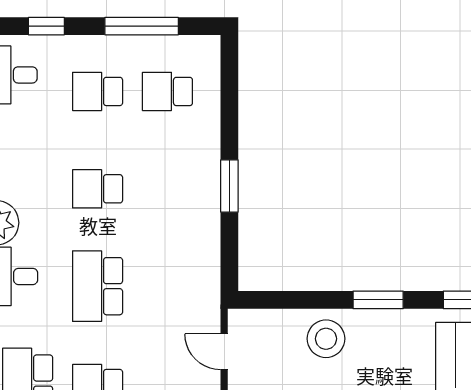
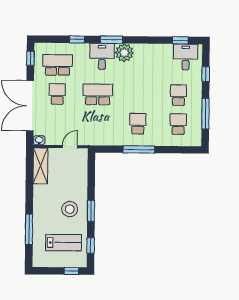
window: (229, 186) -> (139, 149), width x1.44
school desk: (98, 189) -> (138, 124), moved
stool: (326, 339) -> (70, 209), moved

